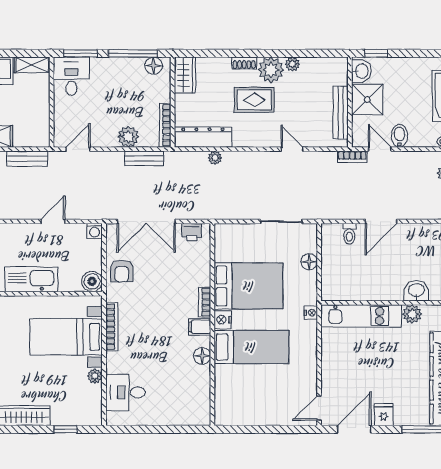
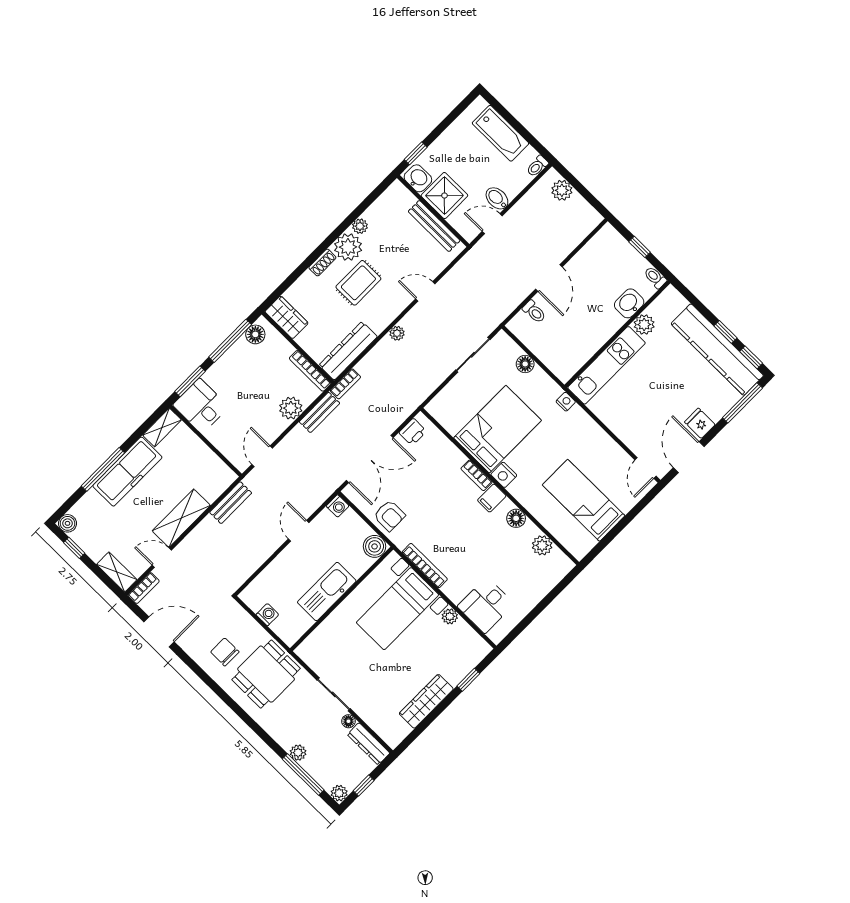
bookcase: (352, 157) -> (345, 384), moved
plant: (215, 158) -> (397, 333), moved
bed: (251, 347) -> (584, 500), moved, turned -90
plant: (201, 391) -> (542, 545), added

